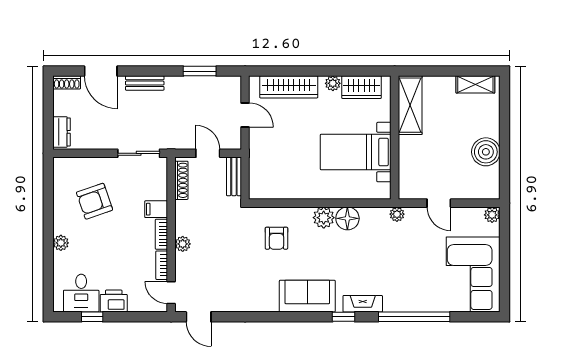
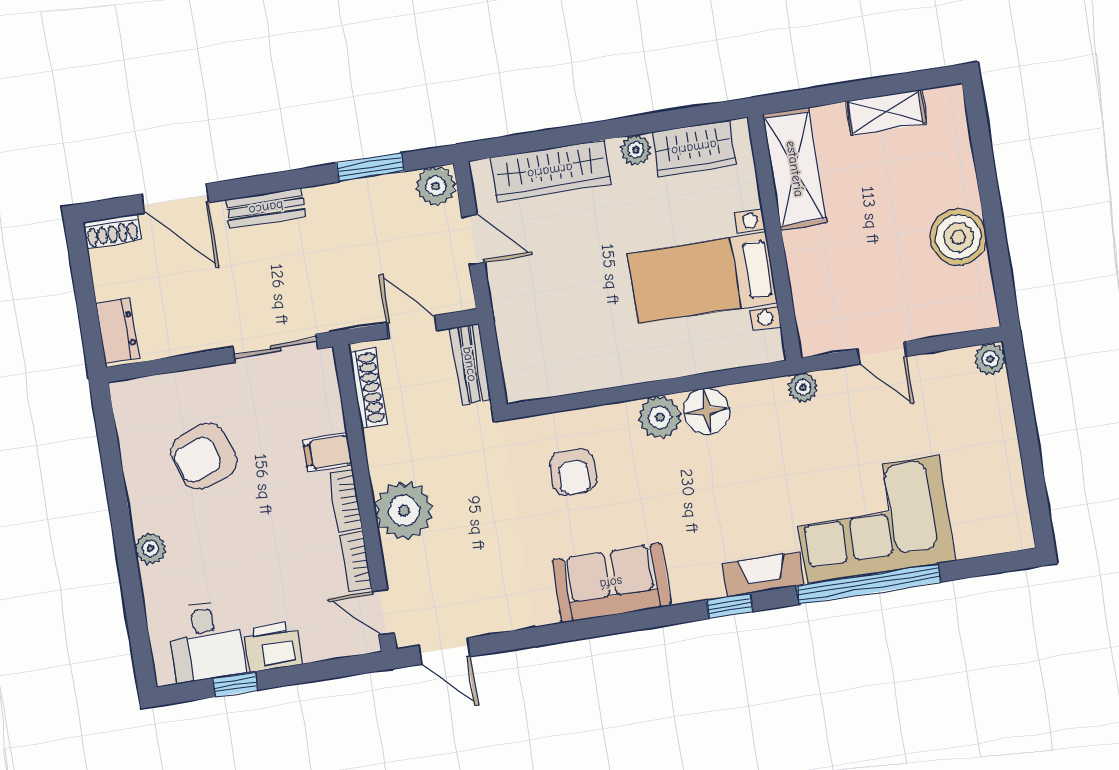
shelving: (475, 84) -> (886, 112), moved
plant: (231, 85) -> (436, 186), added
plant: (183, 244) -> (404, 511), width x1.87, depth x1.87
corner sofa: (473, 275) -> (873, 520), moved, turned 90
sofa: (307, 296) -> (611, 583), moved

